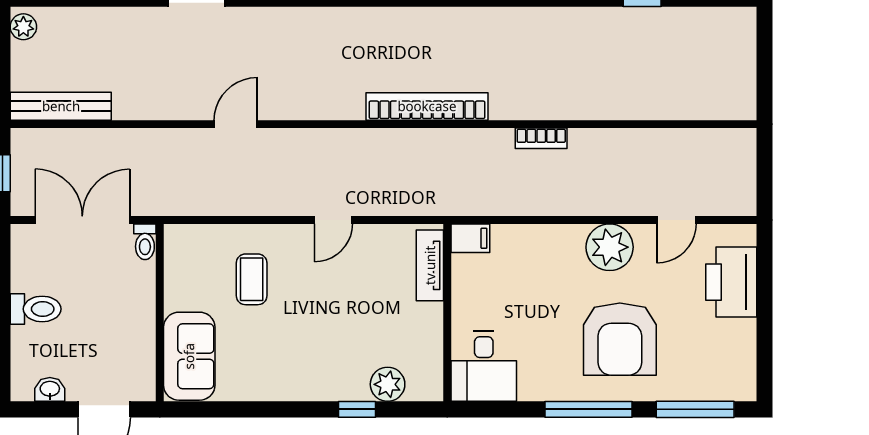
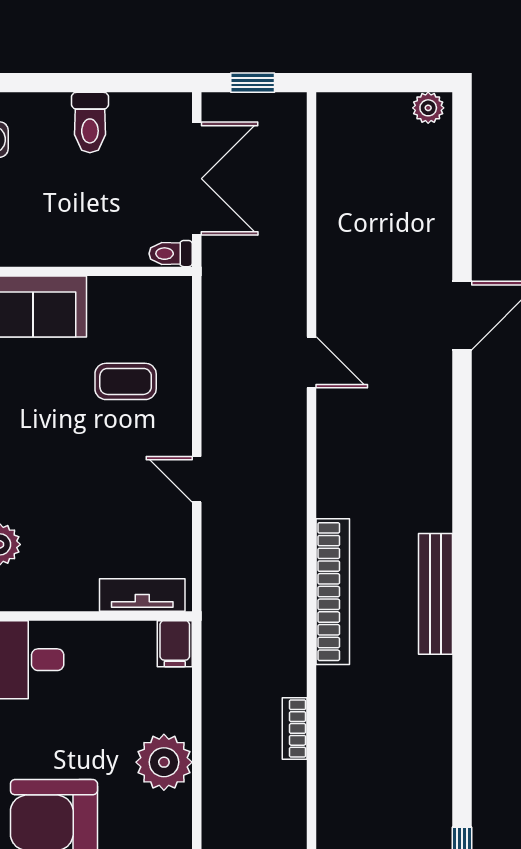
bench: (61, 106) -> (435, 594), moved
plant: (610, 247) -> (164, 762), moved

